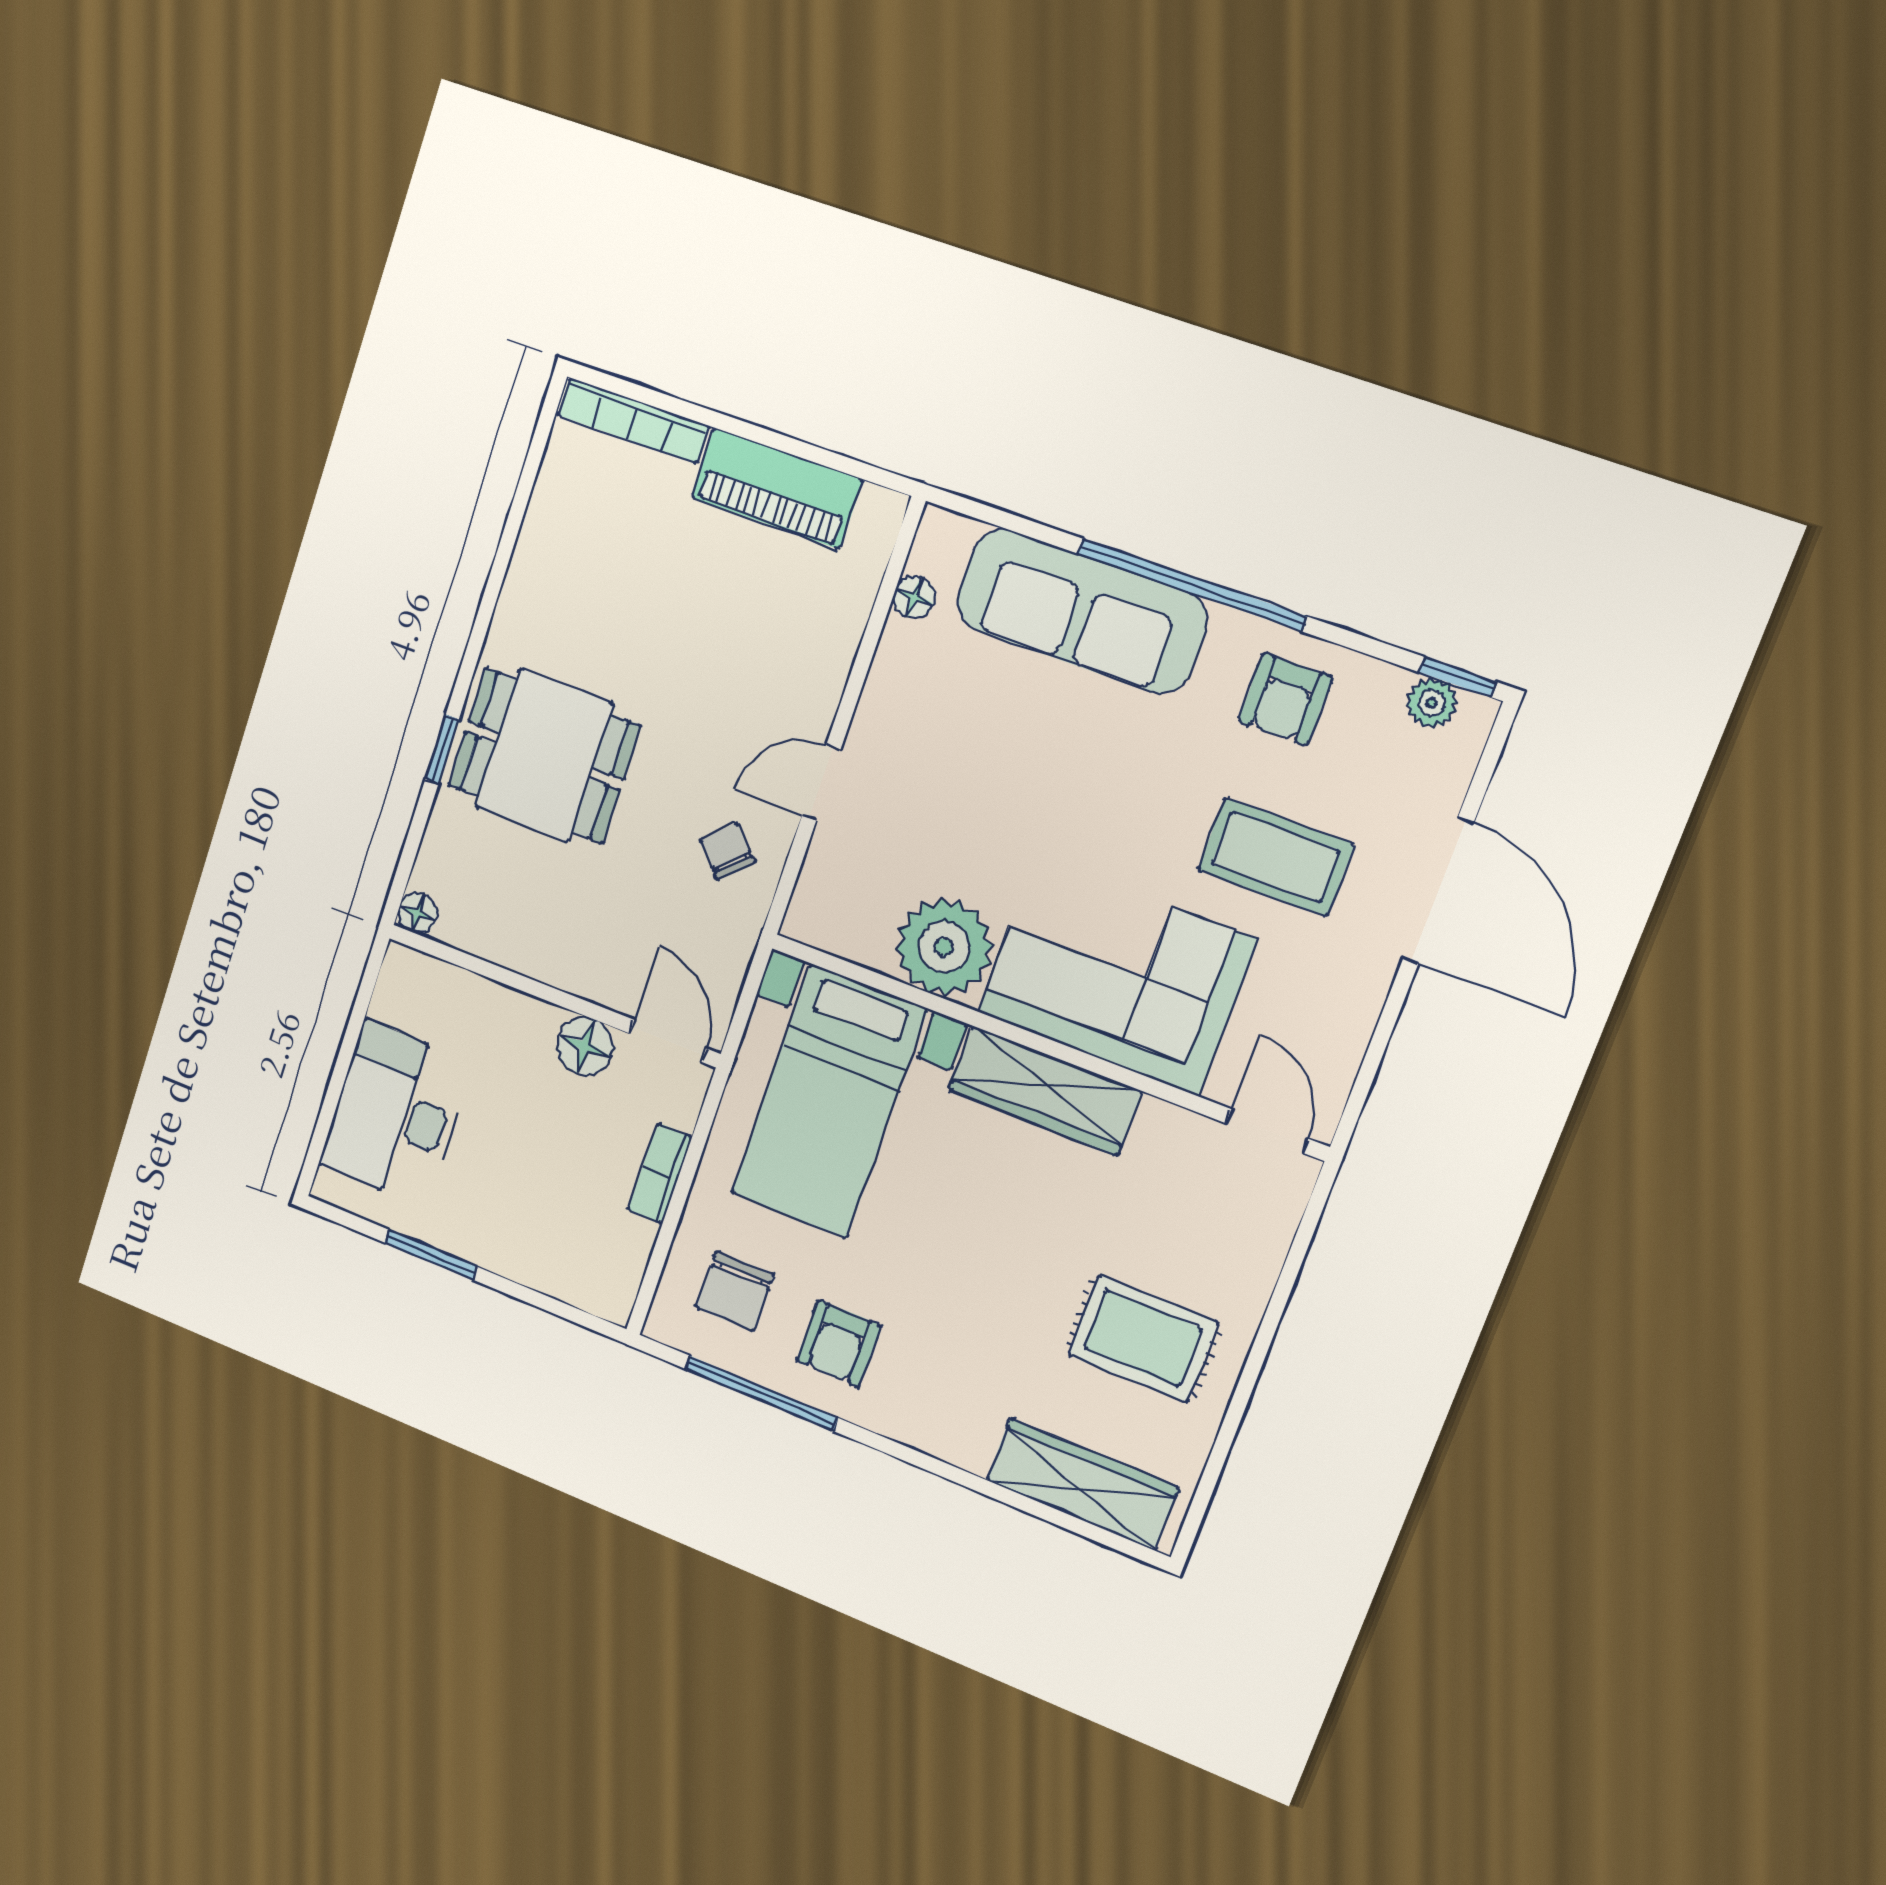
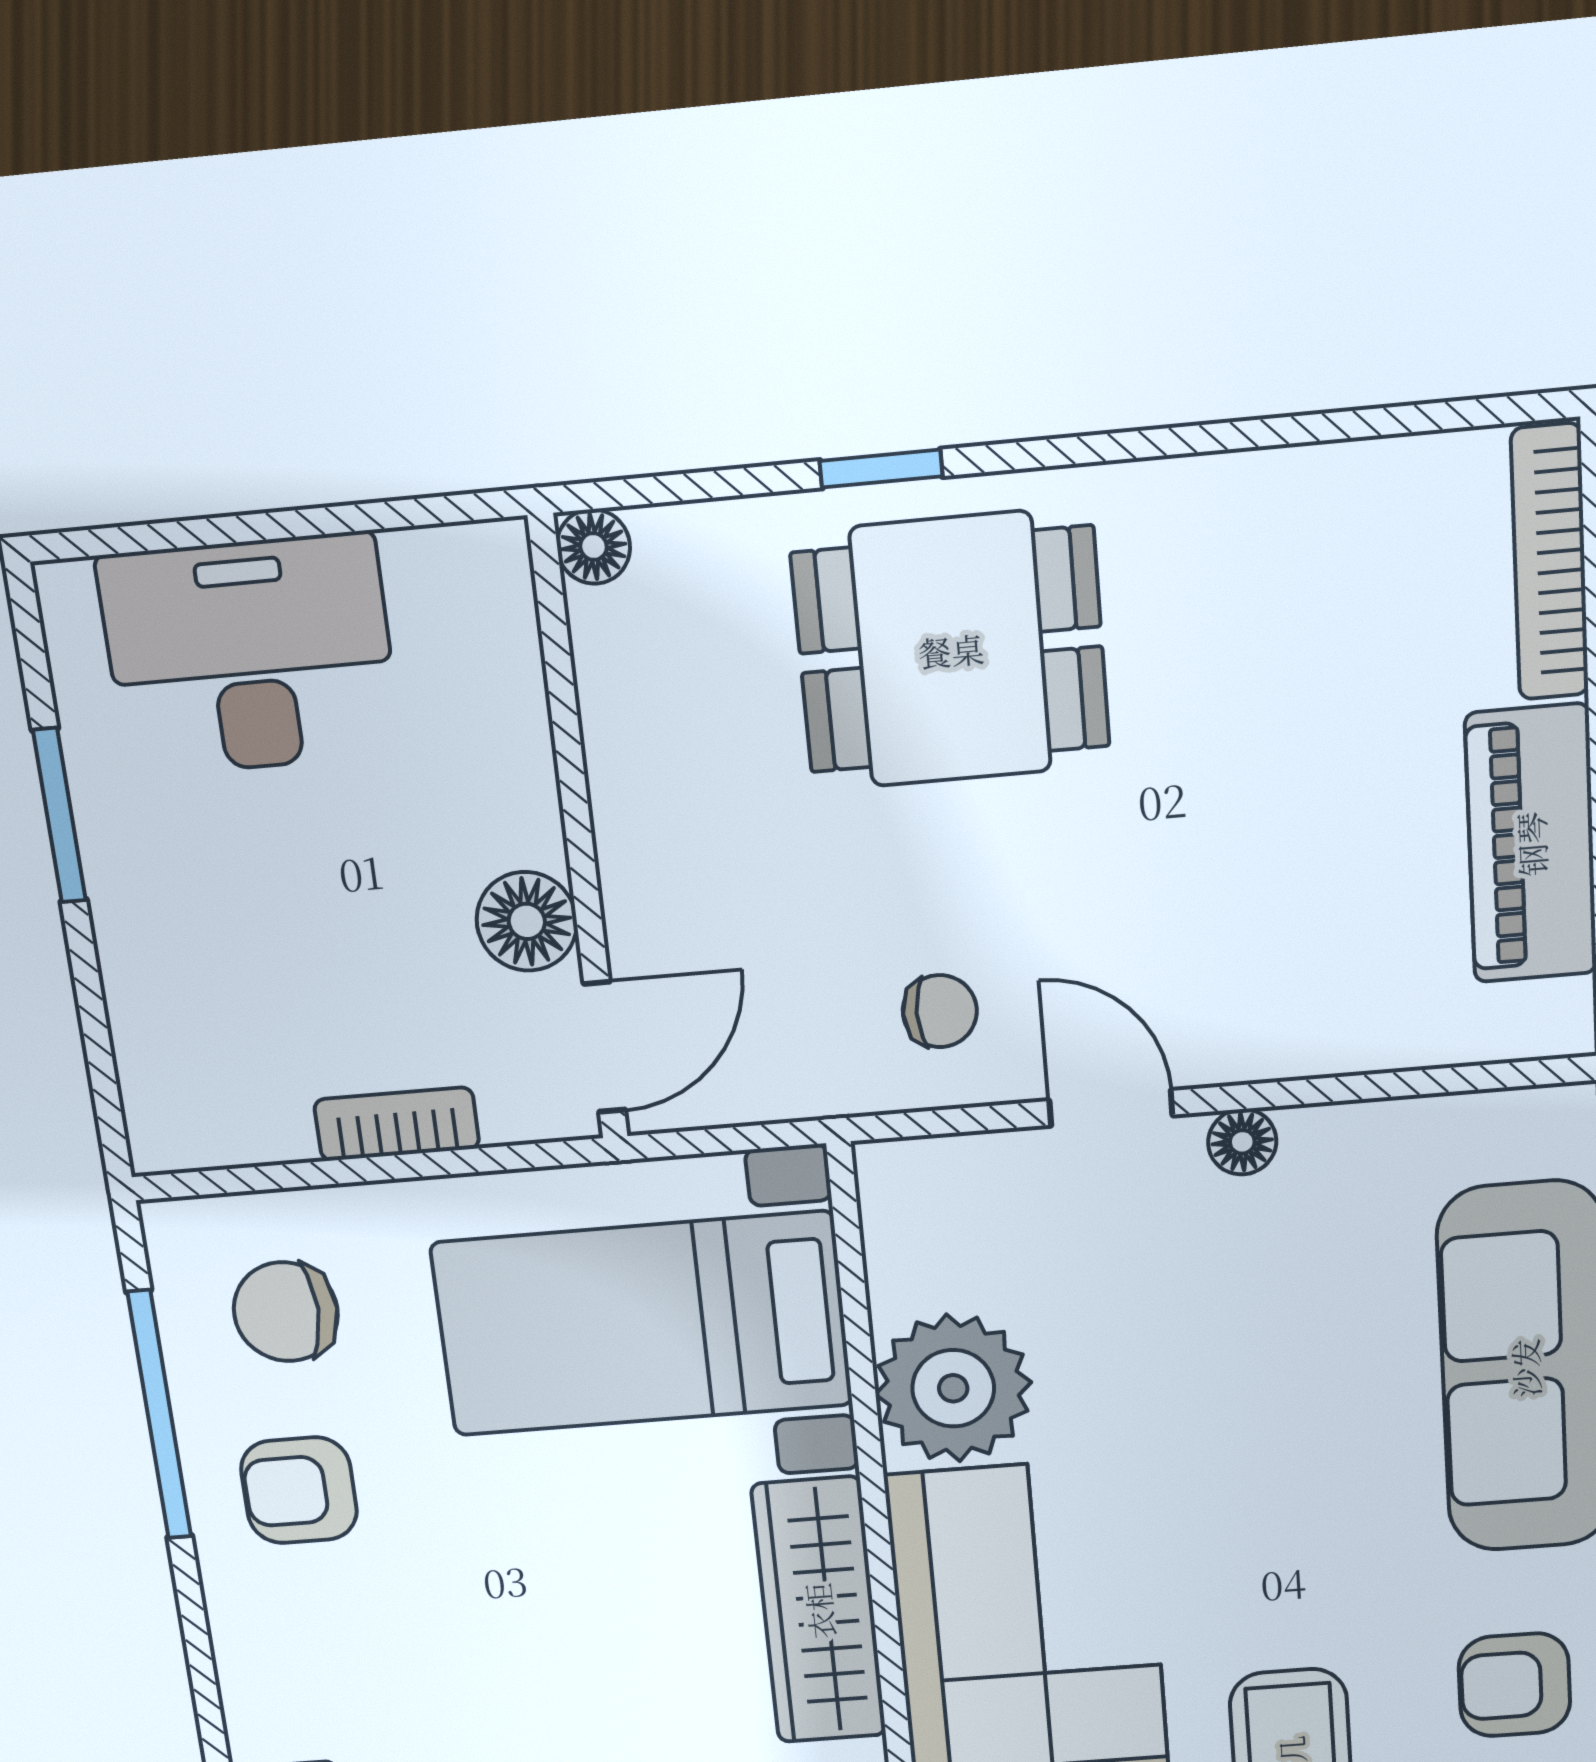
floor lamp: (914, 597) -> (1242, 1142), moved
dining table: (544, 756) -> (951, 650), turned 90
chair: (727, 851) -> (940, 1011), turned 44

